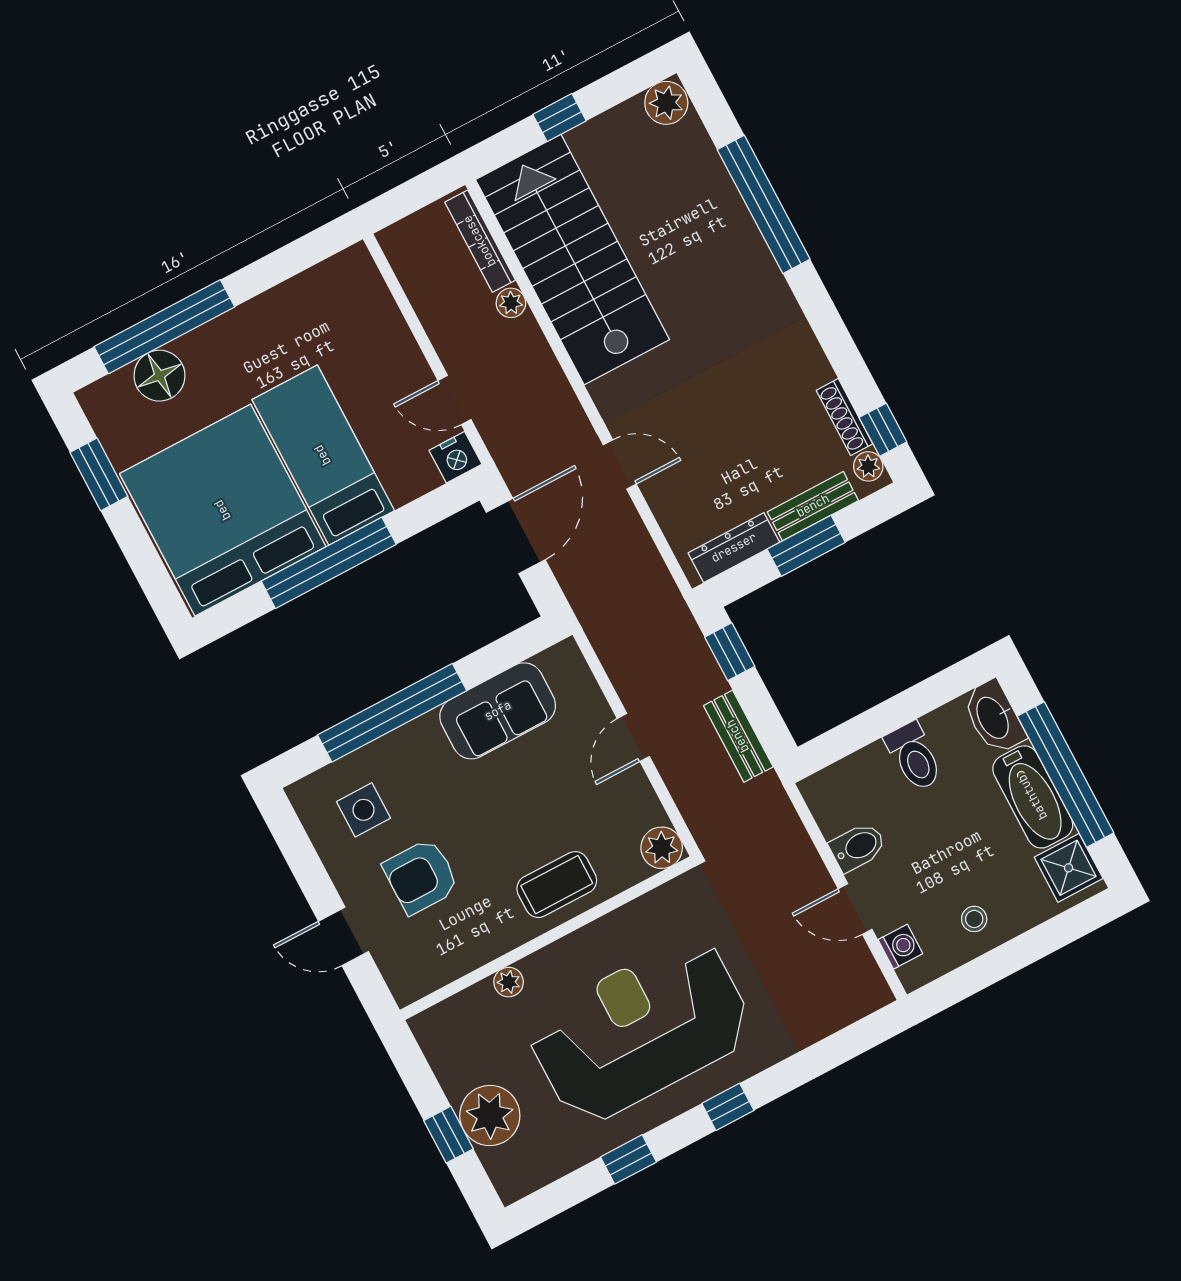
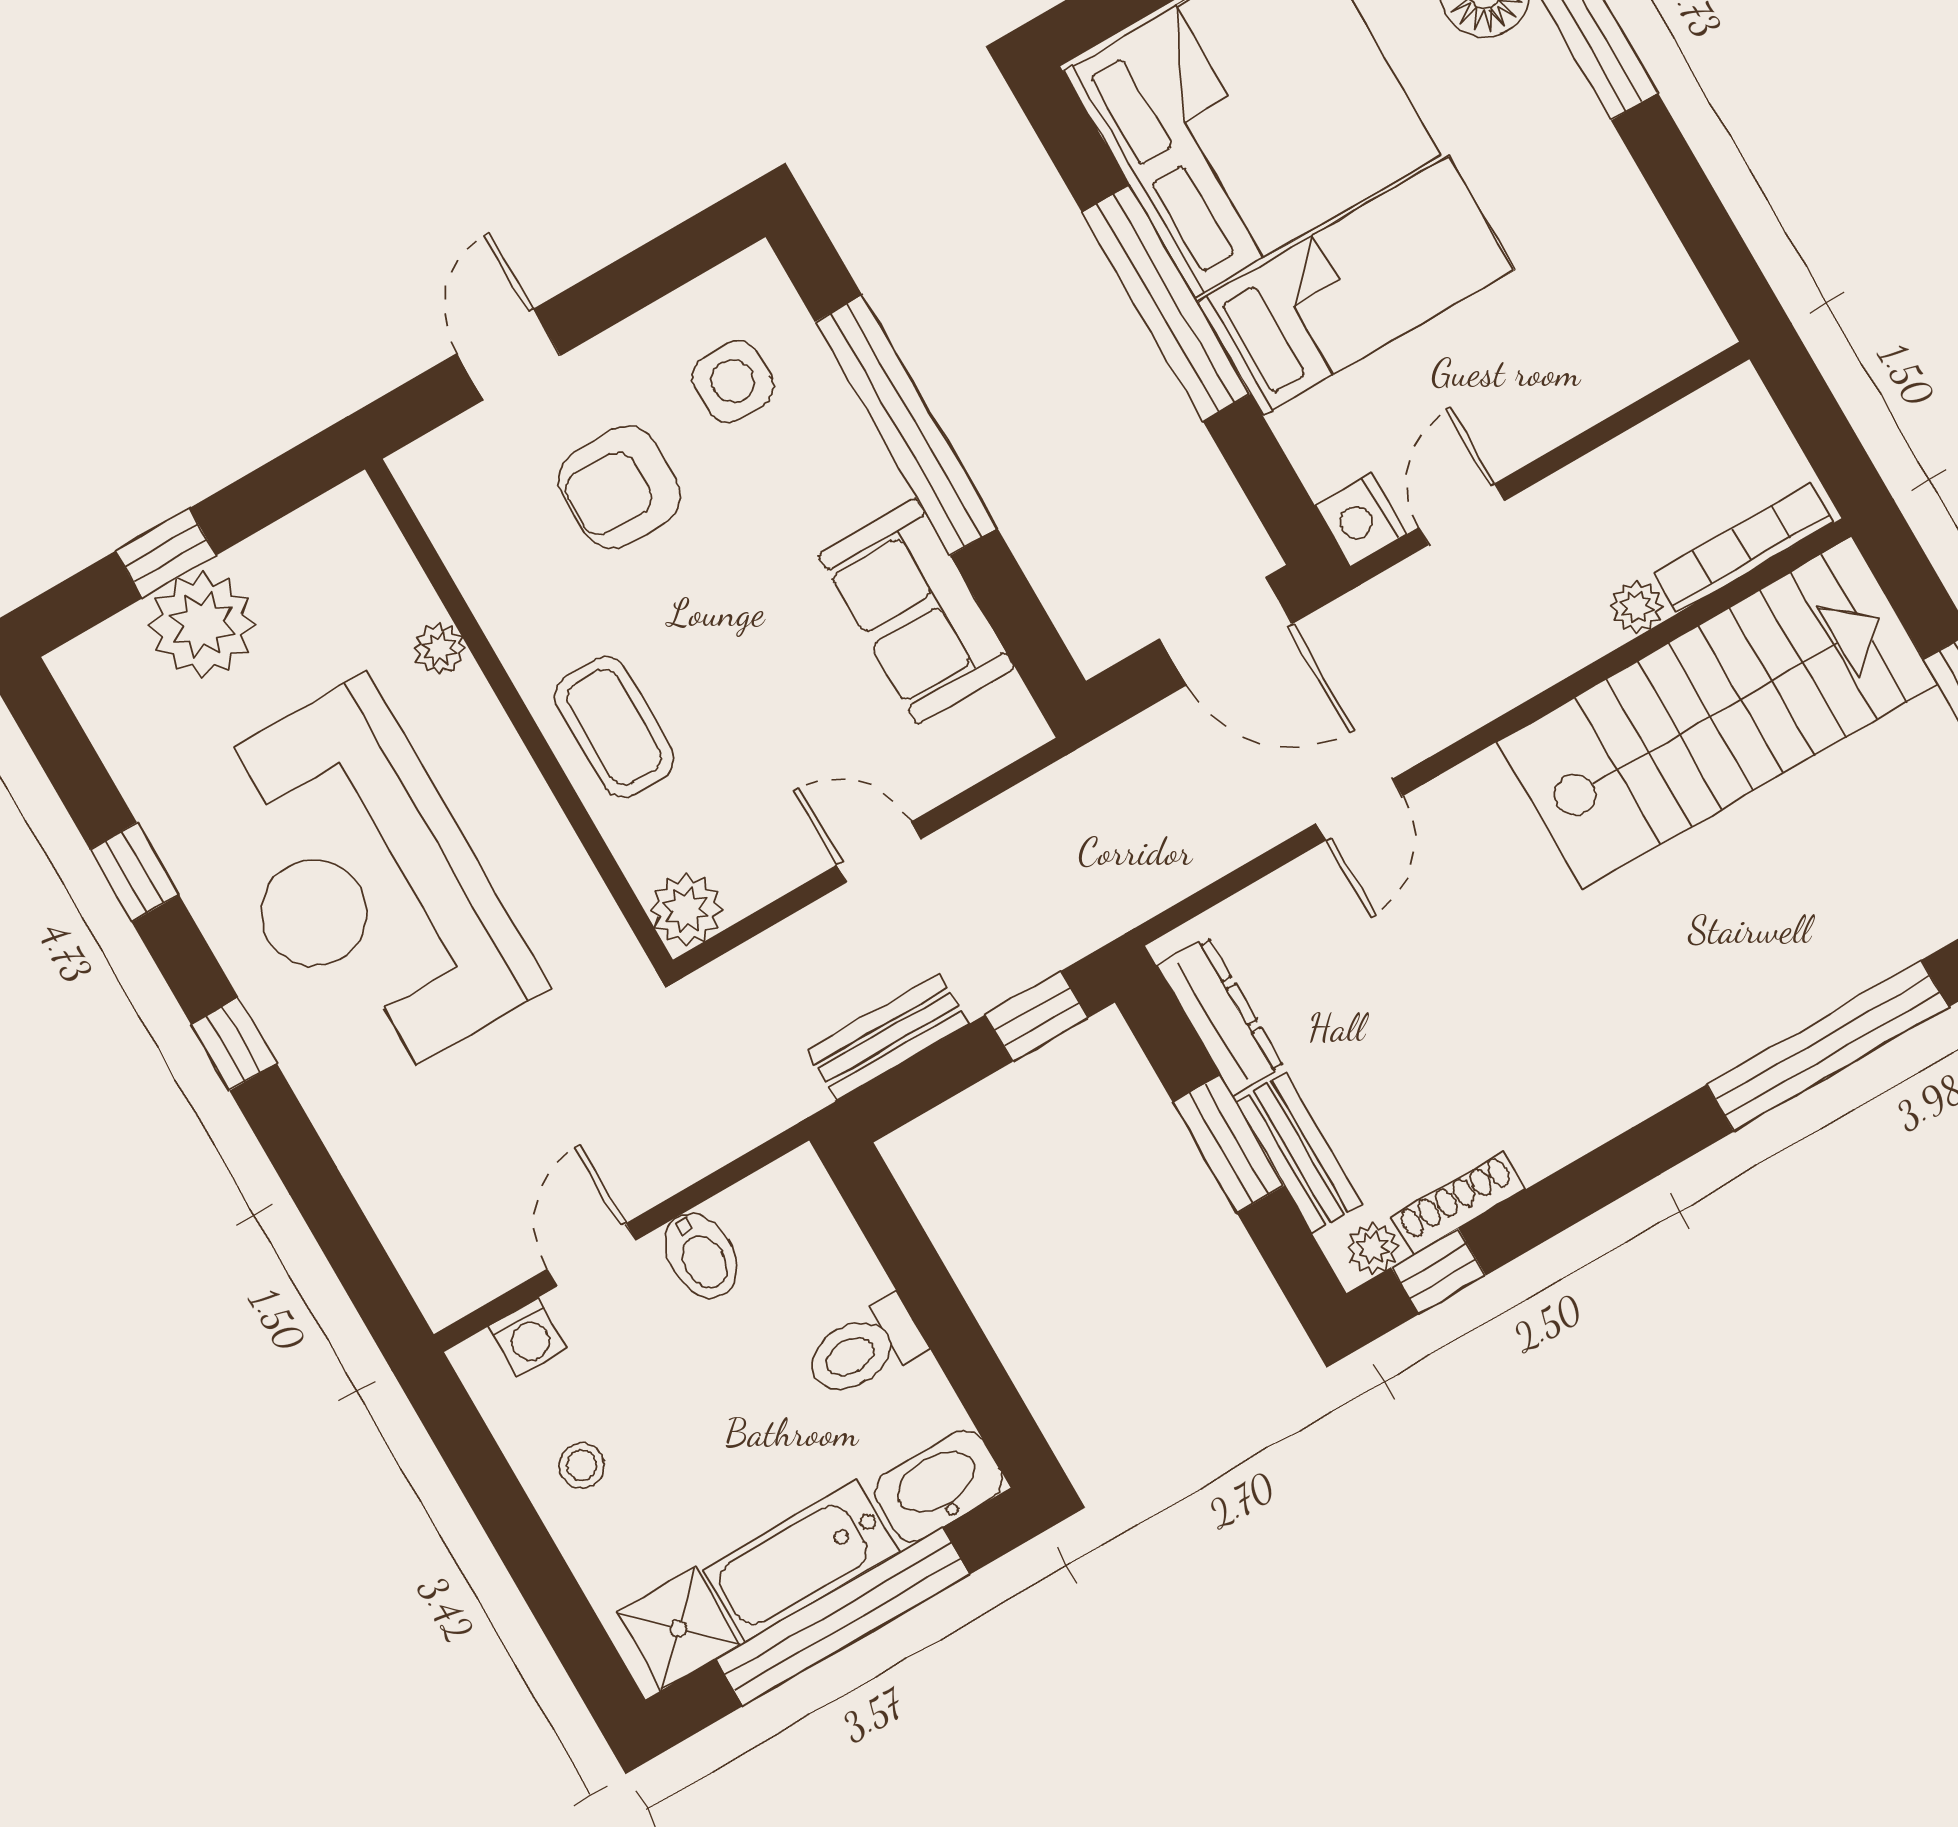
armchair: (421, 876) -> (620, 487), turned -90
reception desk: (640, 1030) -> (364, 884), turned 180

